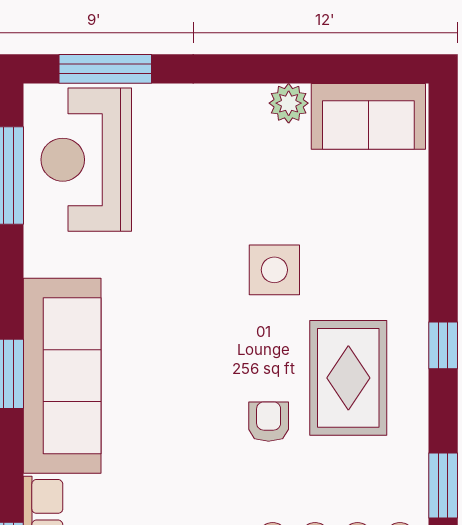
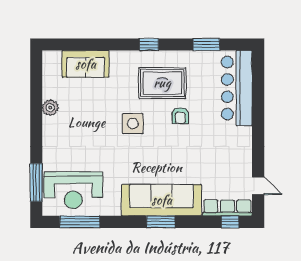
sofa: (368, 116) -> (86, 64), moved, turned 90
side table: (274, 270) -> (133, 123), moved
armchair: (269, 422) -> (180, 116), turned -90

